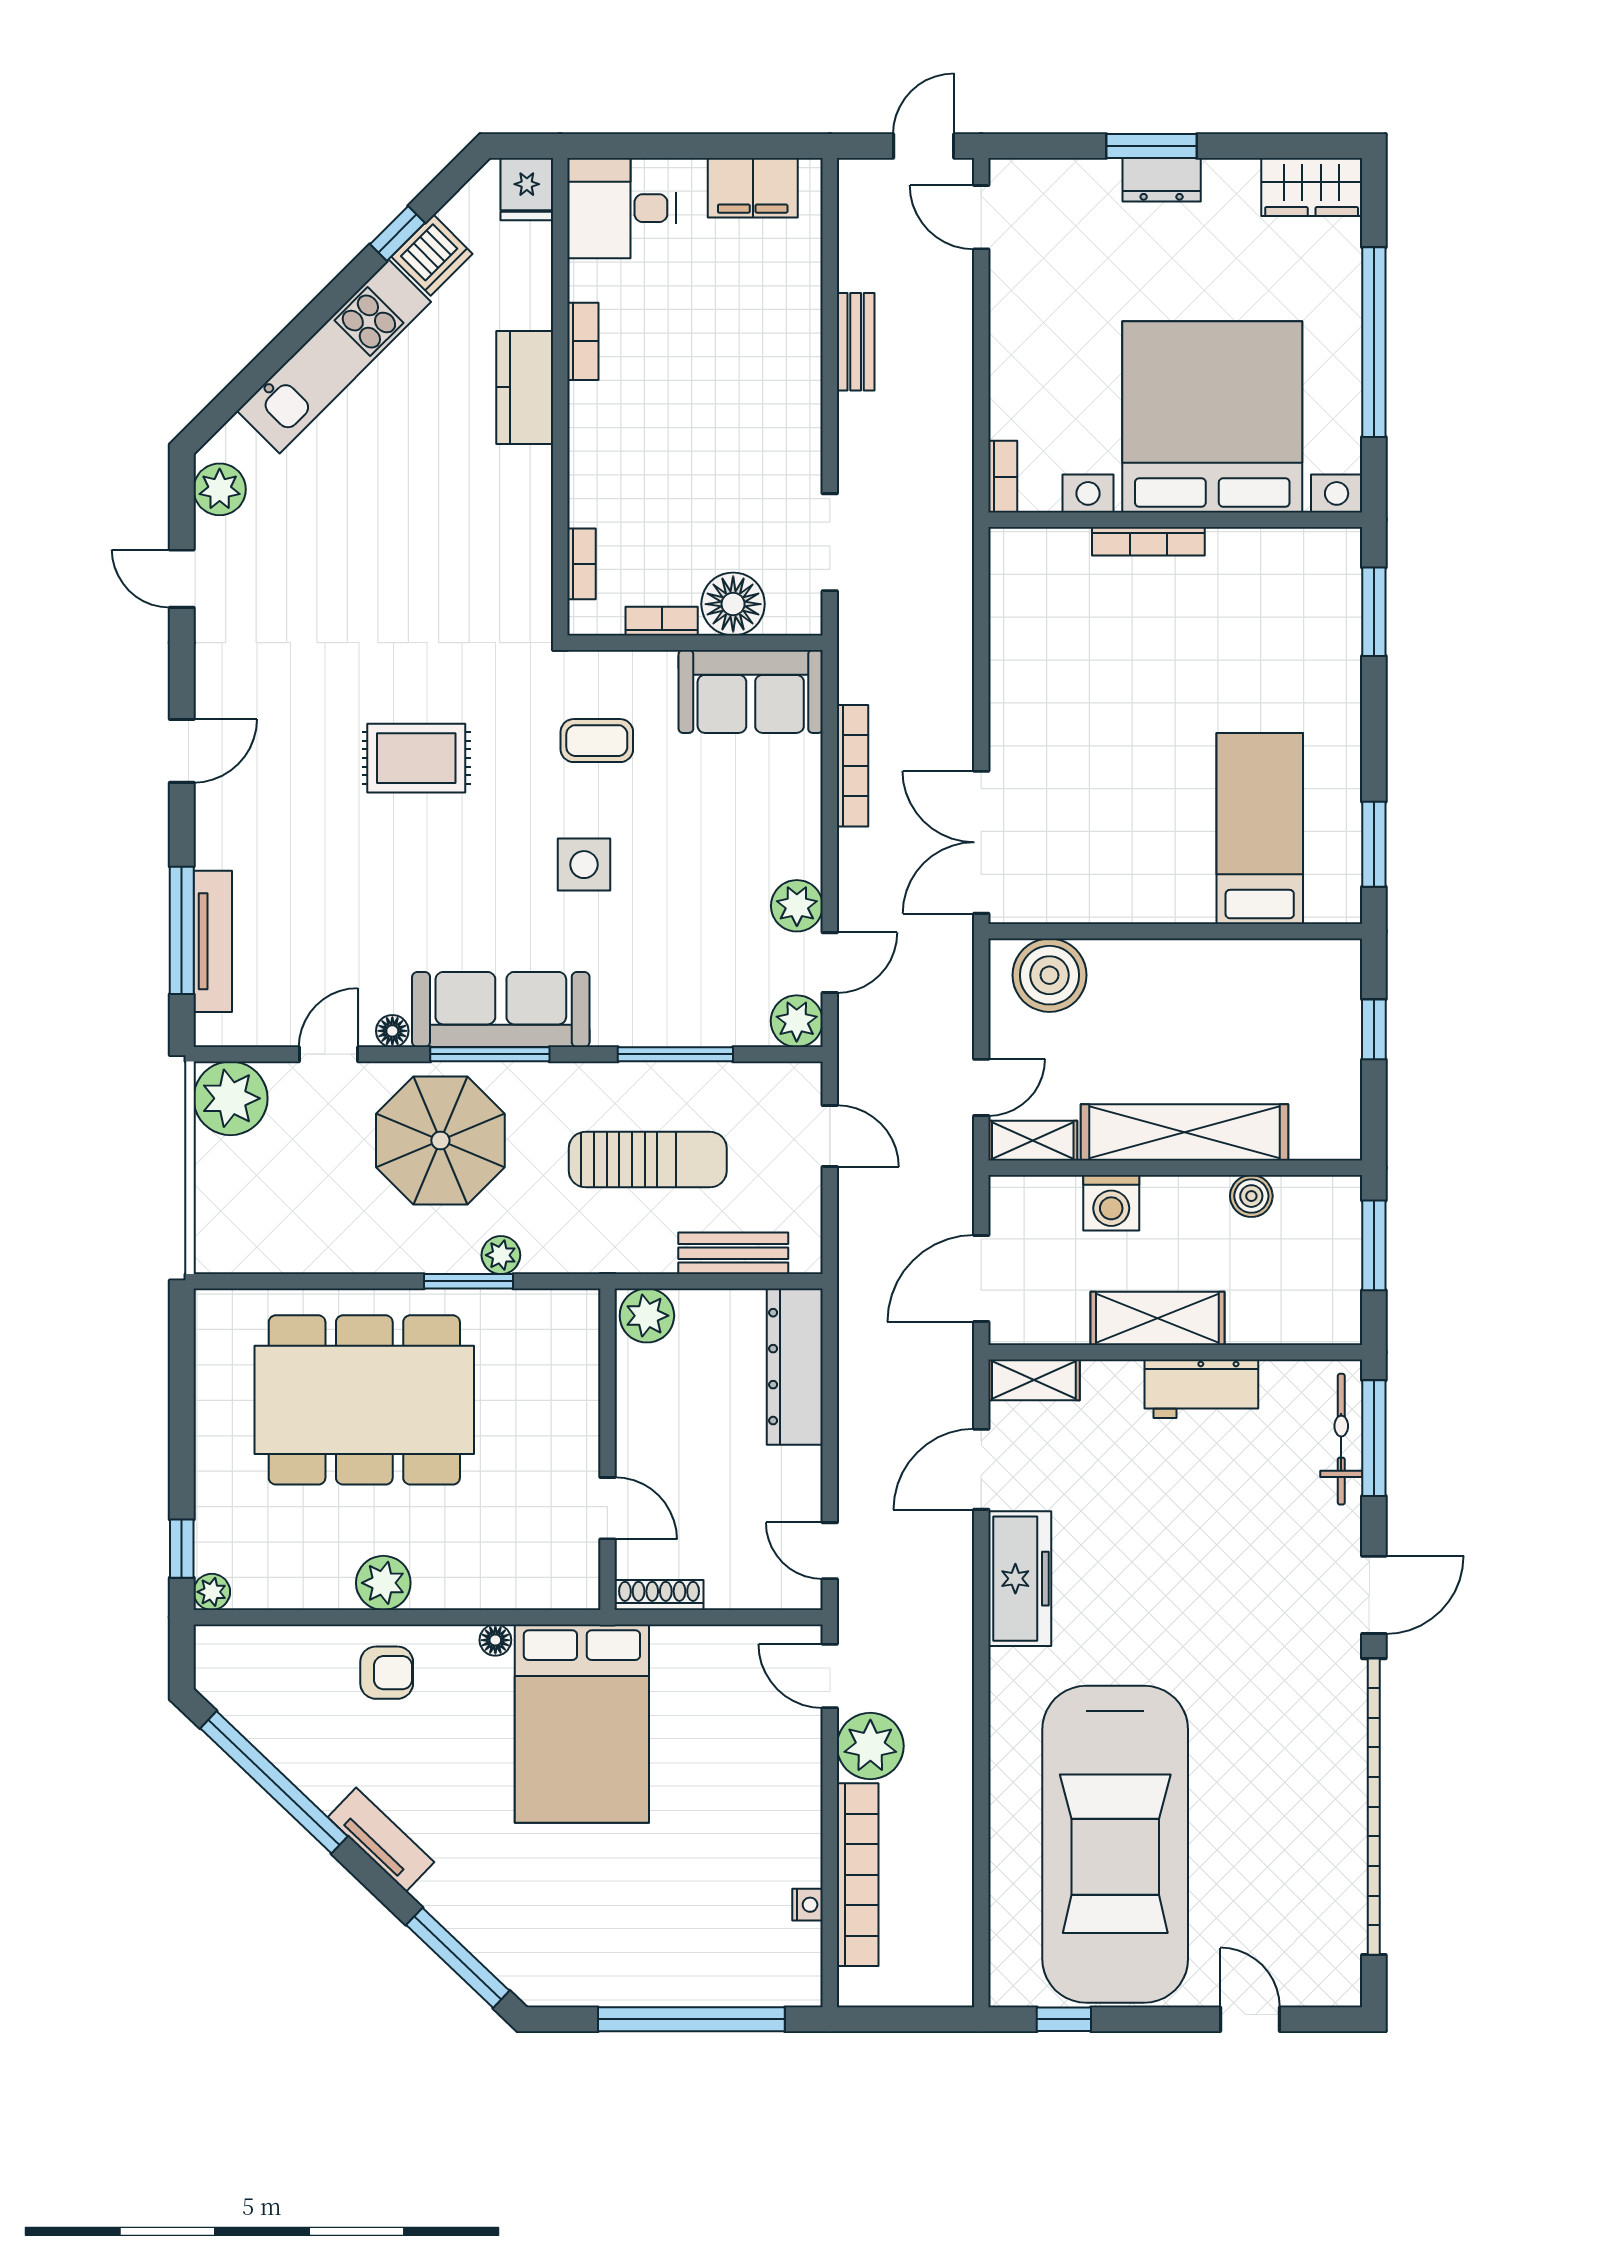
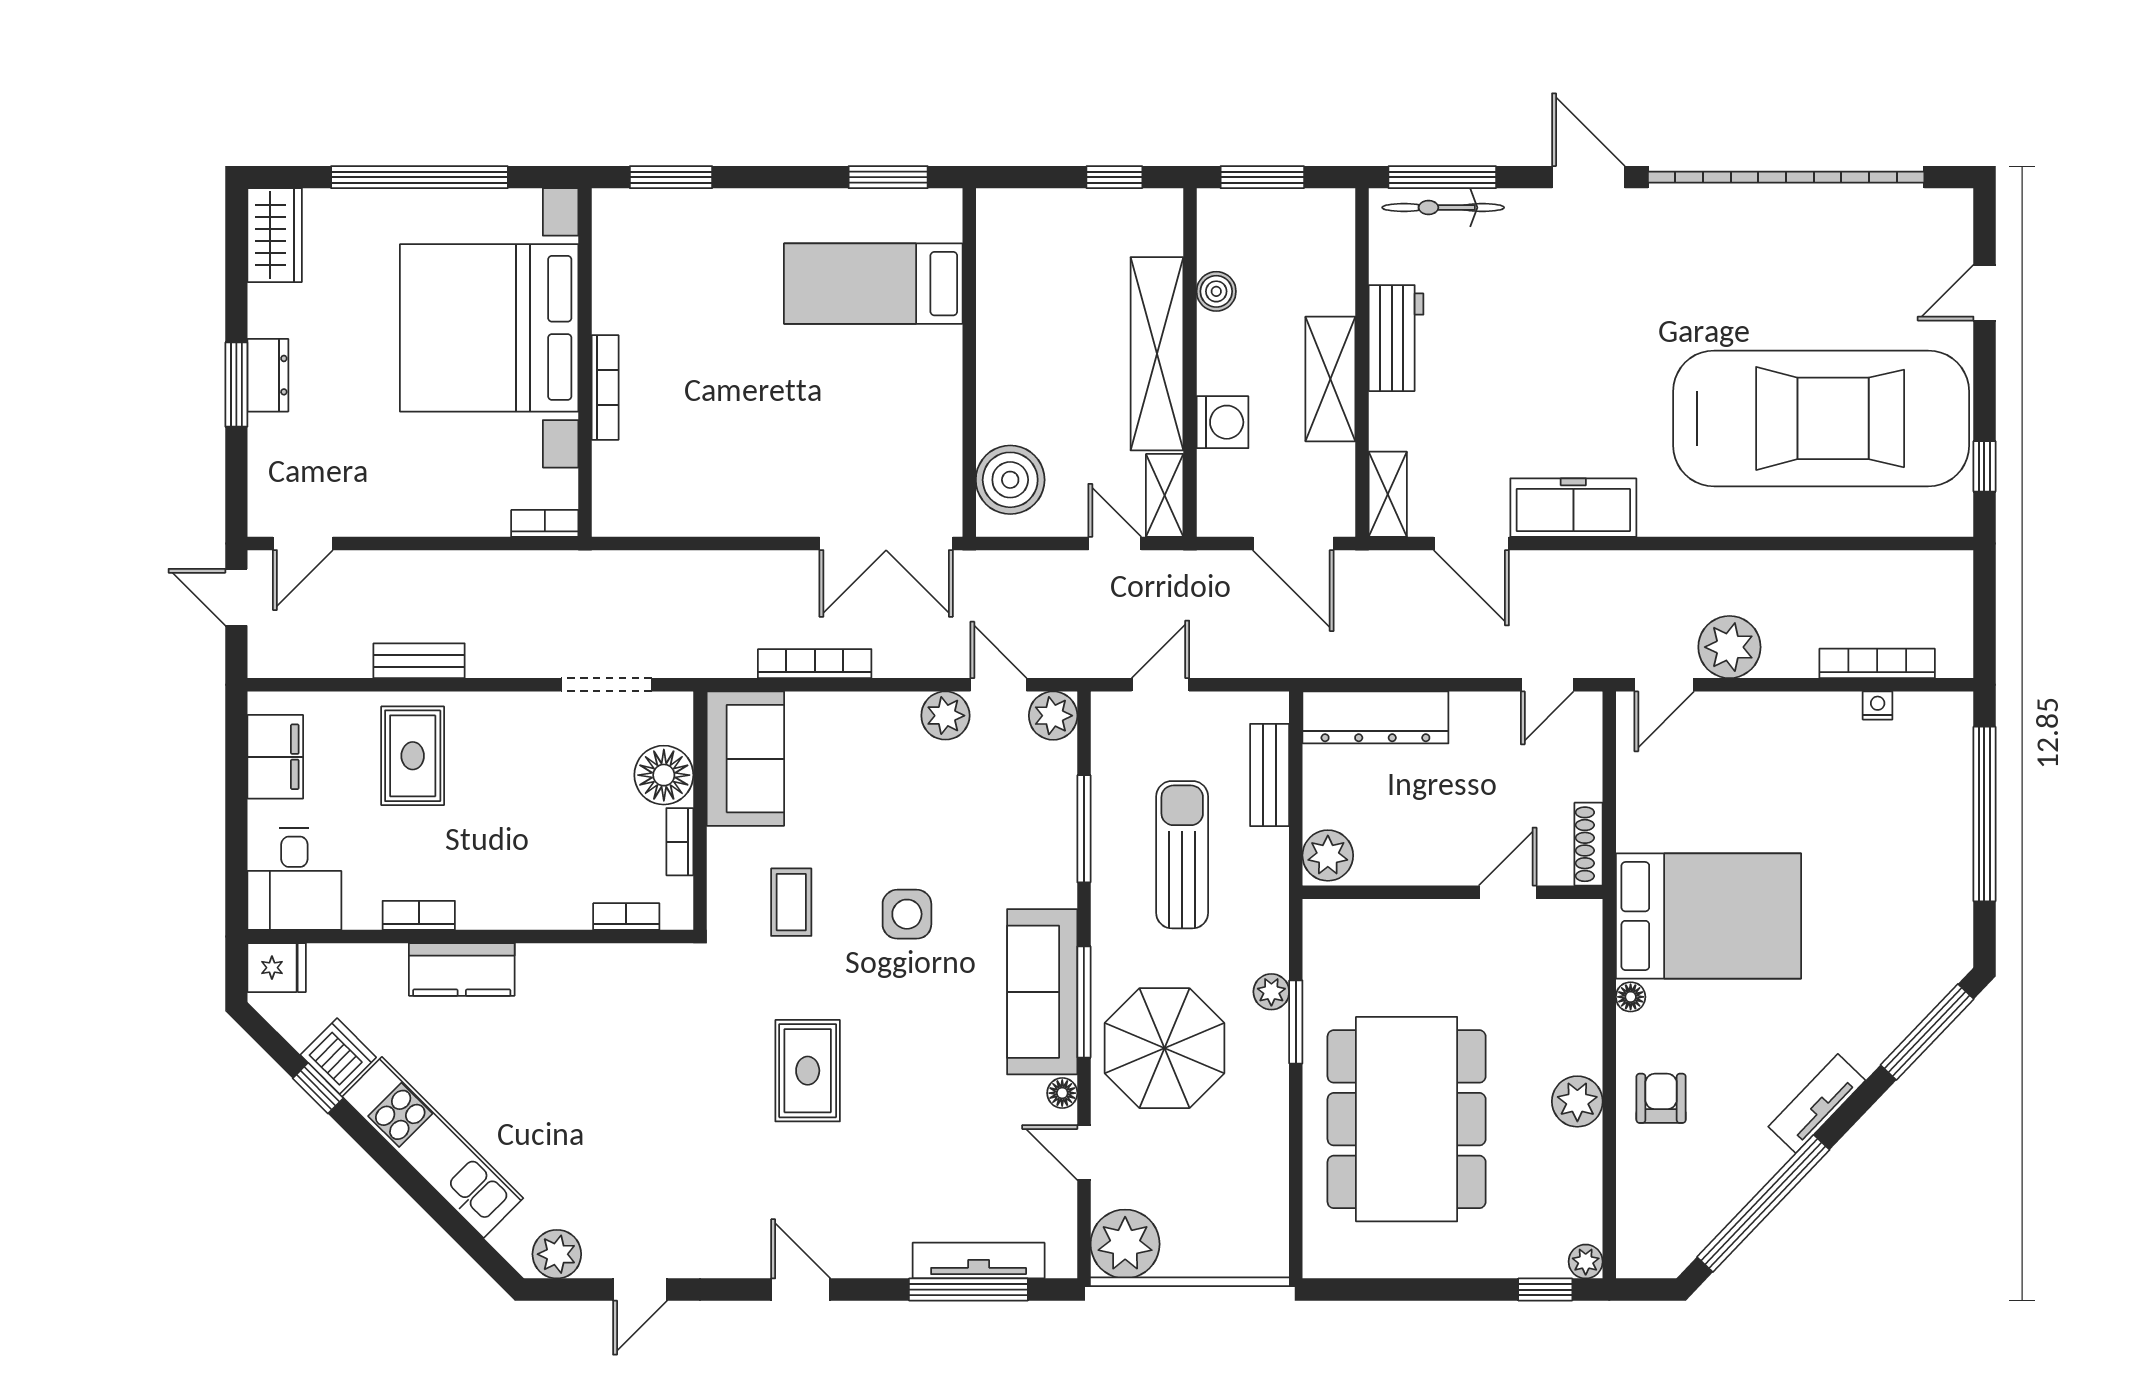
rug: (754, 335) -> (413, 756), added
window: (1374, 1029) -> (1114, 177), moved
bookcase: (858, 1875) -> (1877, 663), width x0.68, depth x0.76

